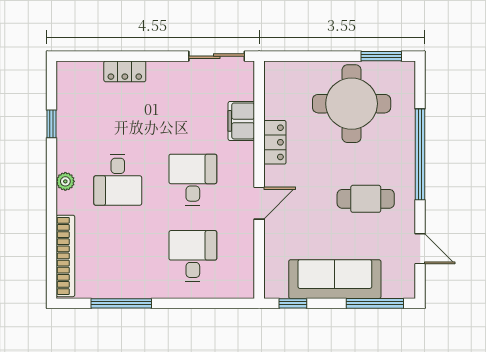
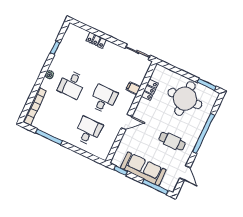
filing cabinet: (241, 121) -> (133, 88), width x0.50
locker: (275, 142) -> (150, 90), moved

